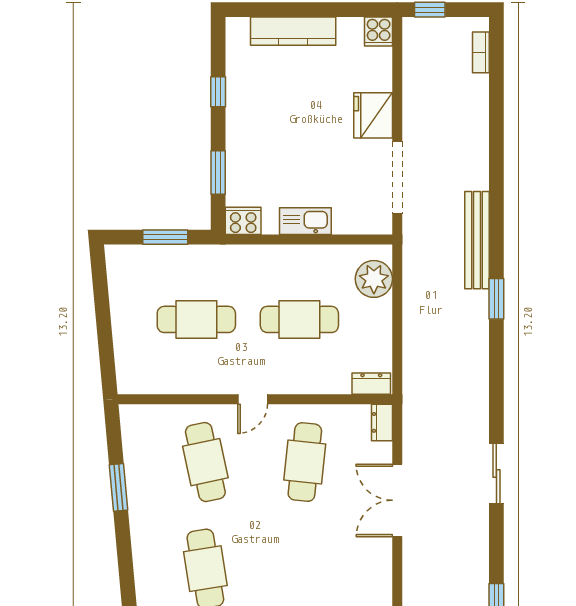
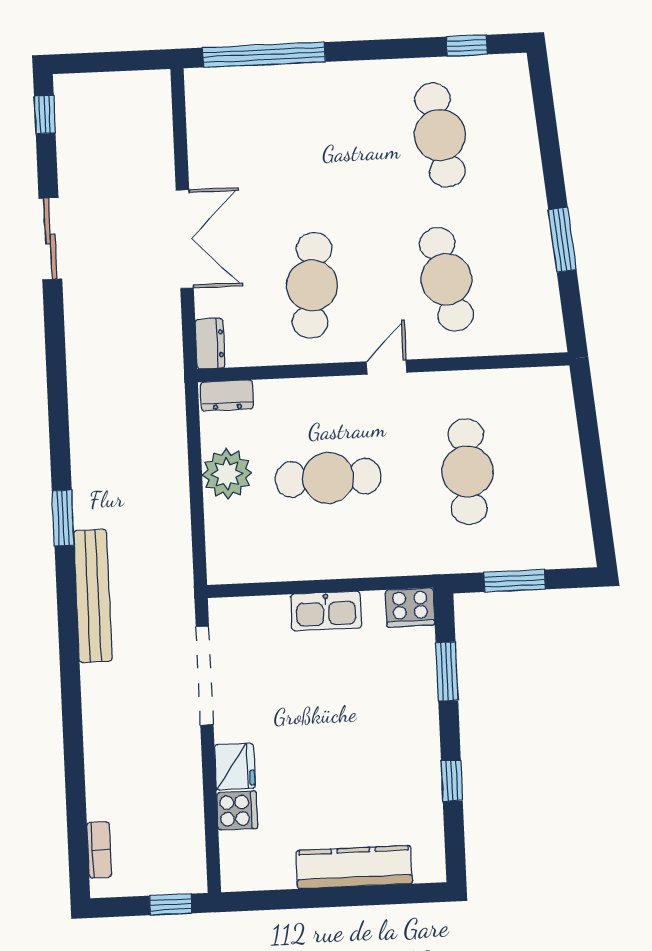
cooker: (379, 32) -> (237, 811), moved, turned 90
fridge: (373, 115) -> (235, 767), width x0.73, depth x0.75
plant: (374, 279) -> (227, 474), moved
cafe table: (196, 319) -> (467, 472), turned 90
sliding door: (496, 473) -> (50, 239), moved

